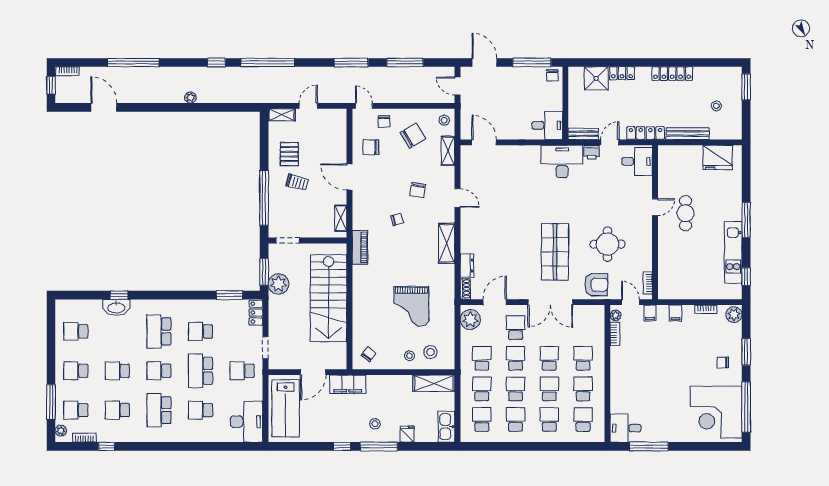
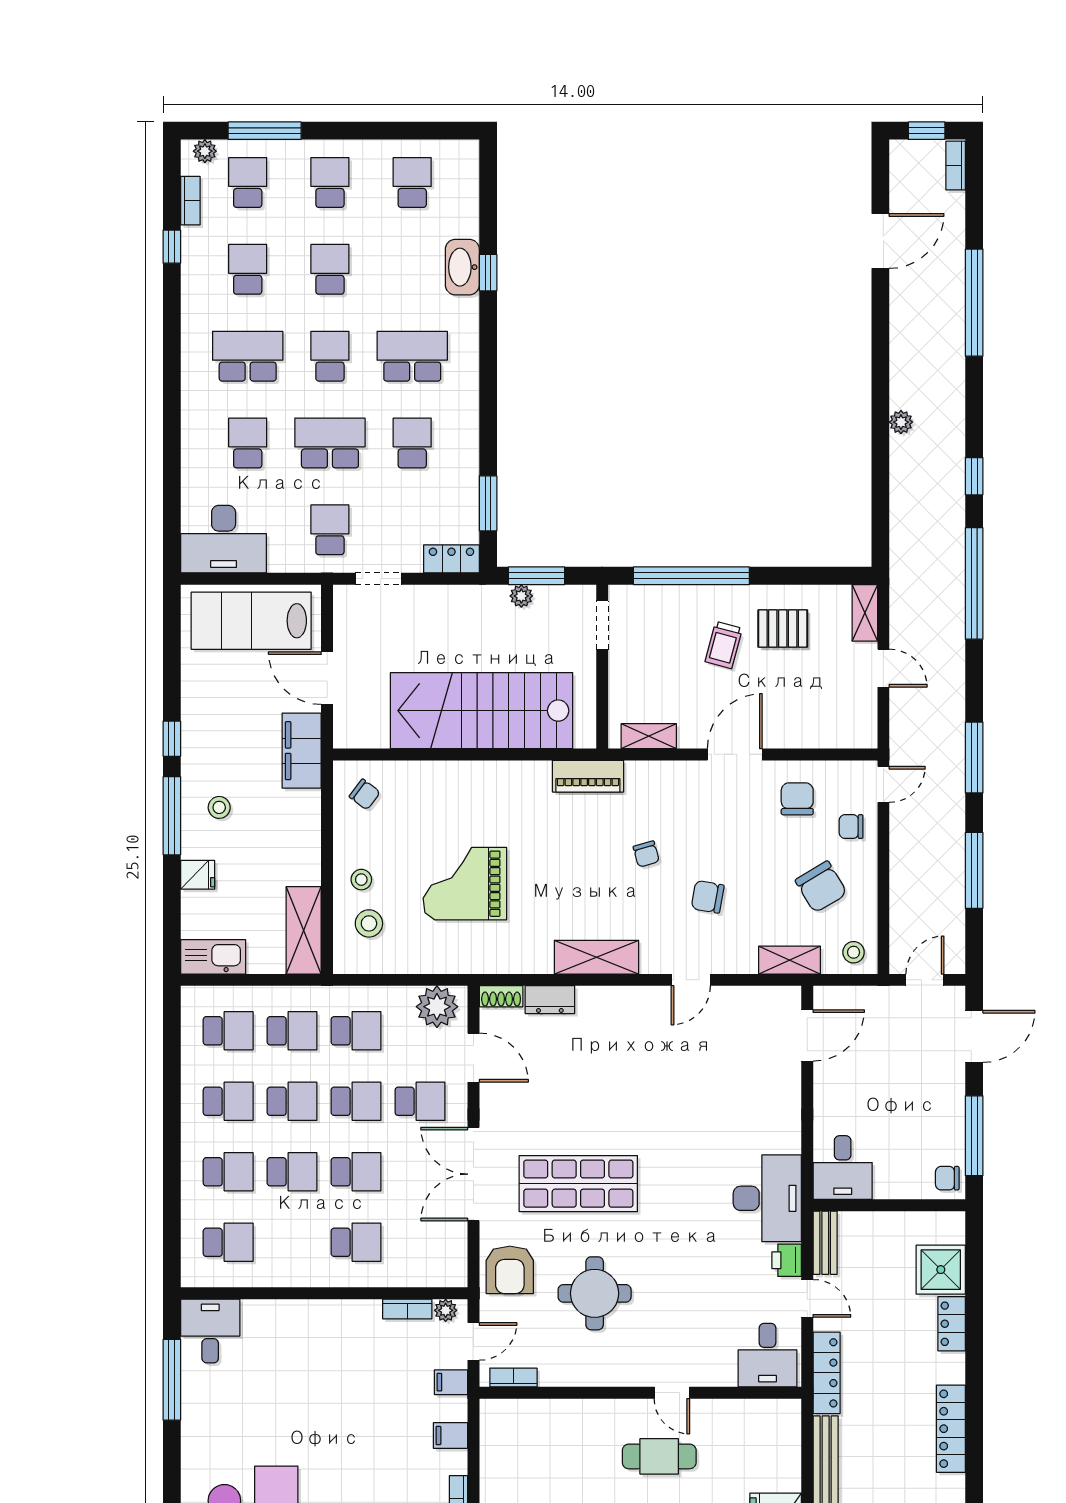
plant: (278, 284) -> (521, 596), width x0.53, depth x0.53
school desk: (583, 389) -> (292, 1242), removed

